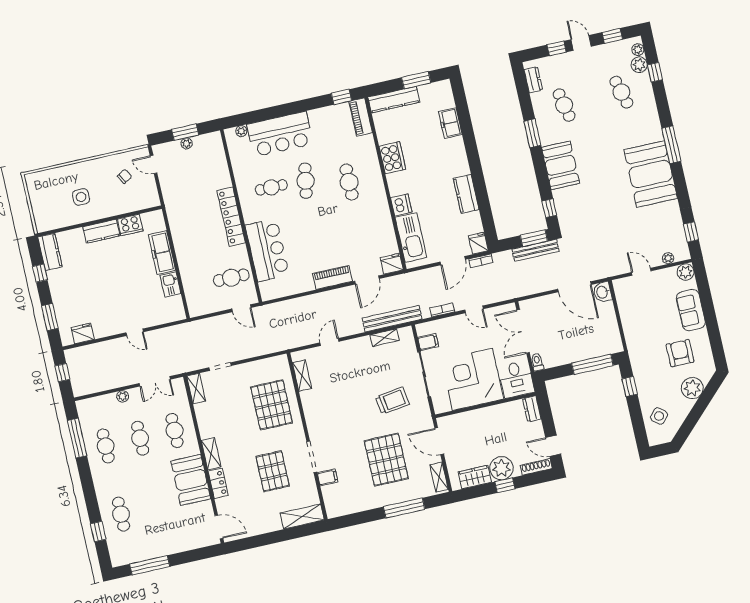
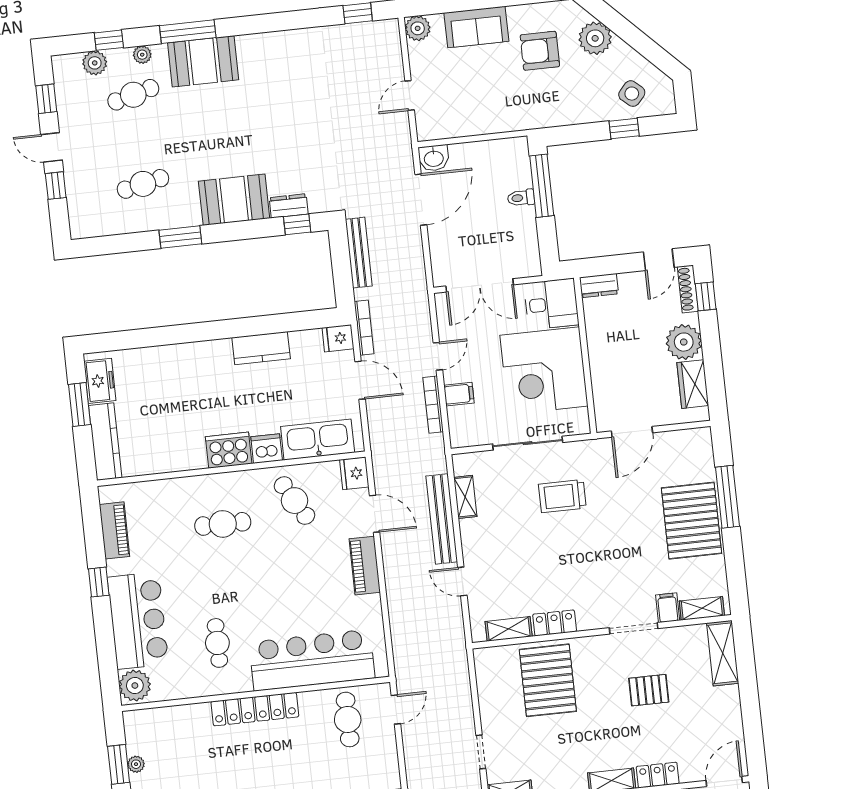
door: (581, 43) -> (52, 147), hinge flipped
plant: (638, 50) -> (142, 55), moved
dresser: (533, 80) -> (289, 206), moved
window: (341, 97) -> (99, 582), moved
piano: (361, 117) -> (115, 530), moved, turned -90
freezer: (450, 123) -> (100, 381), moved, turned -90
plant: (241, 131) -> (135, 686), width x1.87, depth x1.87
window: (671, 145) -> (188, 32), moved
cooker: (392, 158) -> (229, 450), moved
booth: (651, 174) -> (203, 61), moved, width x0.73, depth x0.70
cafe table: (306, 181) -> (294, 501), moved, turned 50
window: (534, 238) -> (340, 253), removed
bar counter: (267, 250) -> (312, 660), width x1.36
plant: (668, 258) -> (394, 52), removed
bookcase: (481, 261) -> (364, 328), width x1.56
bookcase: (442, 310) -> (433, 405), width x1.56
bench: (392, 319) -> (442, 519), moved
filing cabinet: (428, 342) -> (459, 394), moved, turned 90
toilet: (537, 362) -> (521, 198), moved
window: (630, 387) -> (624, 129), moved
trolley: (392, 401) -> (562, 496), turned -82
pallet: (272, 405) -> (548, 680), turned 90
locker: (309, 405) -> (555, 623), added
pallet: (386, 460) -> (692, 521), moved, turned 90
pallet: (273, 471) -> (649, 690), width x0.67, depth x0.71
shelving: (439, 477) -> (702, 608), moved
window: (505, 485) -> (706, 296), moved

